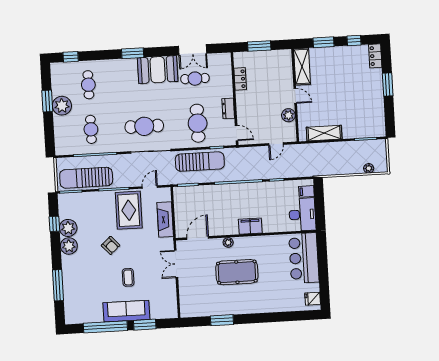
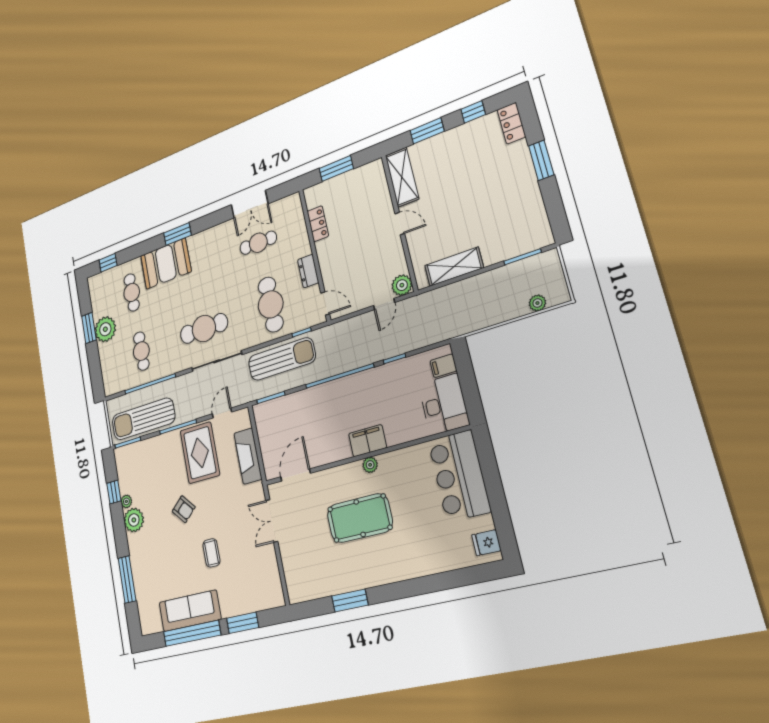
booth: (158, 70) -> (166, 264), moved
plant: (288, 115) -> (402, 285), moved
plant: (68, 228) -> (126, 501), width x0.53, depth x0.53
plant: (228, 242) -> (370, 465), moved
sofa: (126, 311) -> (190, 611), moved

